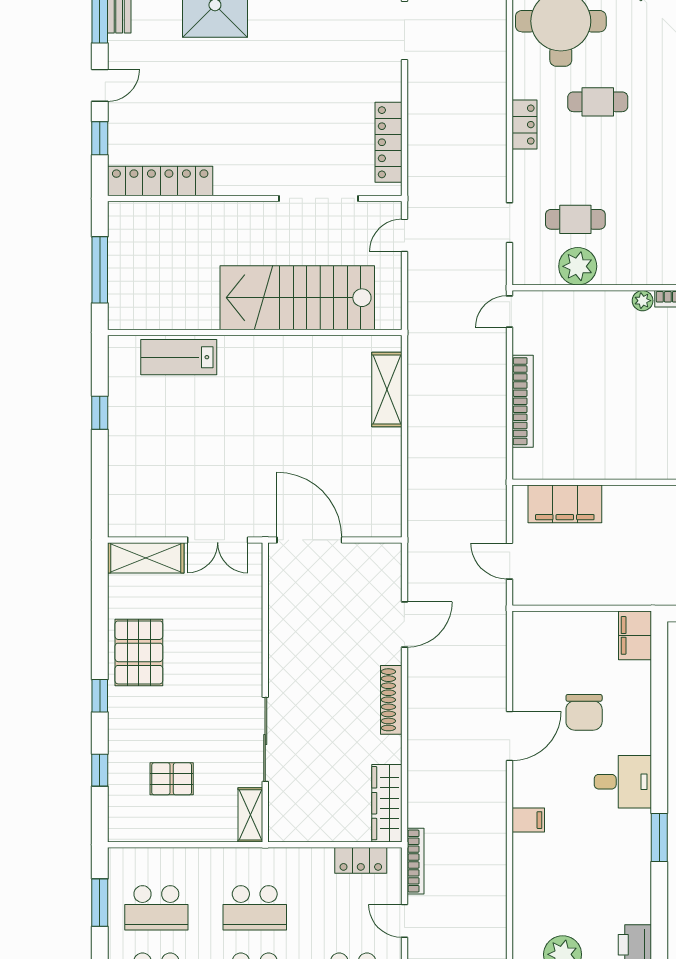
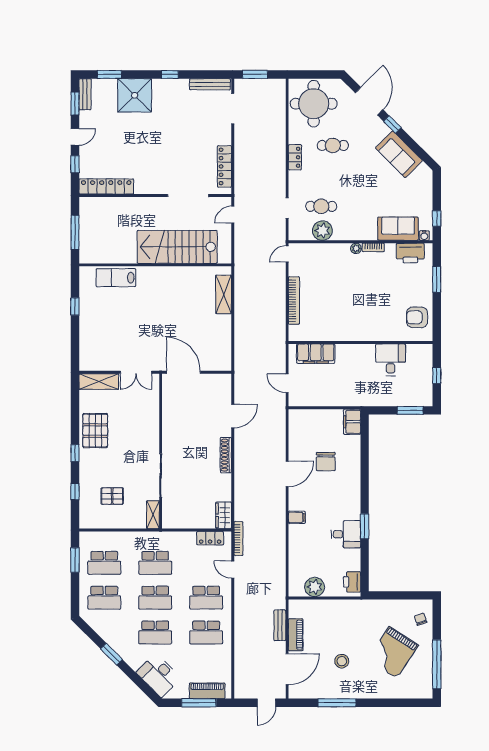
desk: (623, 782) -> (346, 534), moved
wardrobe: (387, 803) -> (224, 515), width x0.67

